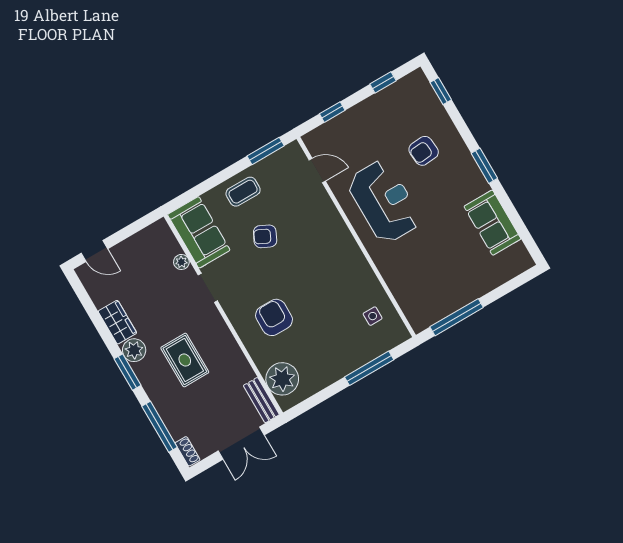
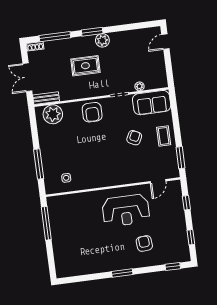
sofa: (492, 223) -> (89, 264), removed
armchair: (274, 317) -> (92, 112), moved, turned 90
wardrobe: (117, 322) -> (121, 38), removed

